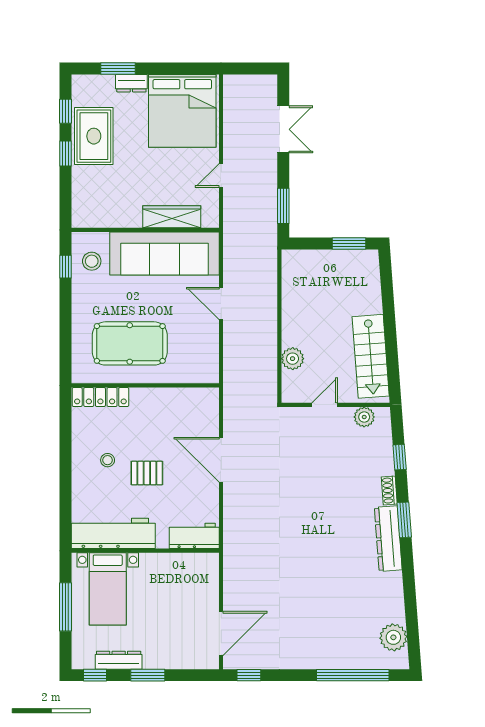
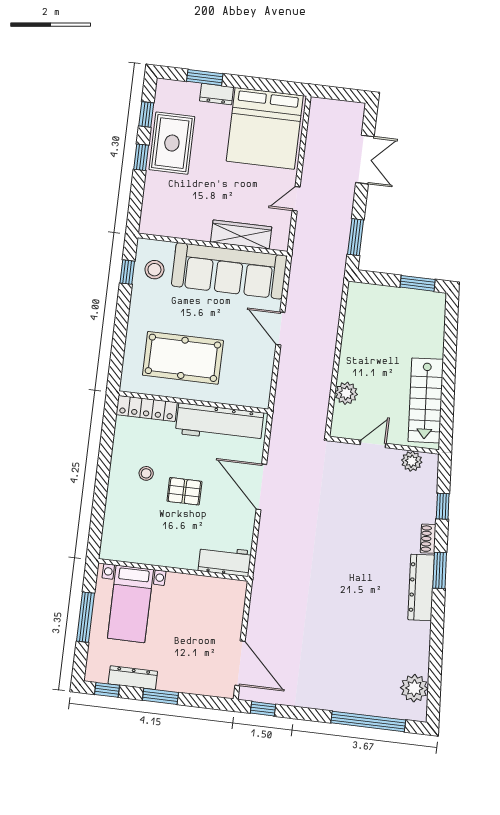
workbench: (113, 533) -> (219, 423), moved, turned 180
door: (221, 634) -> (240, 663), hinge flipped

